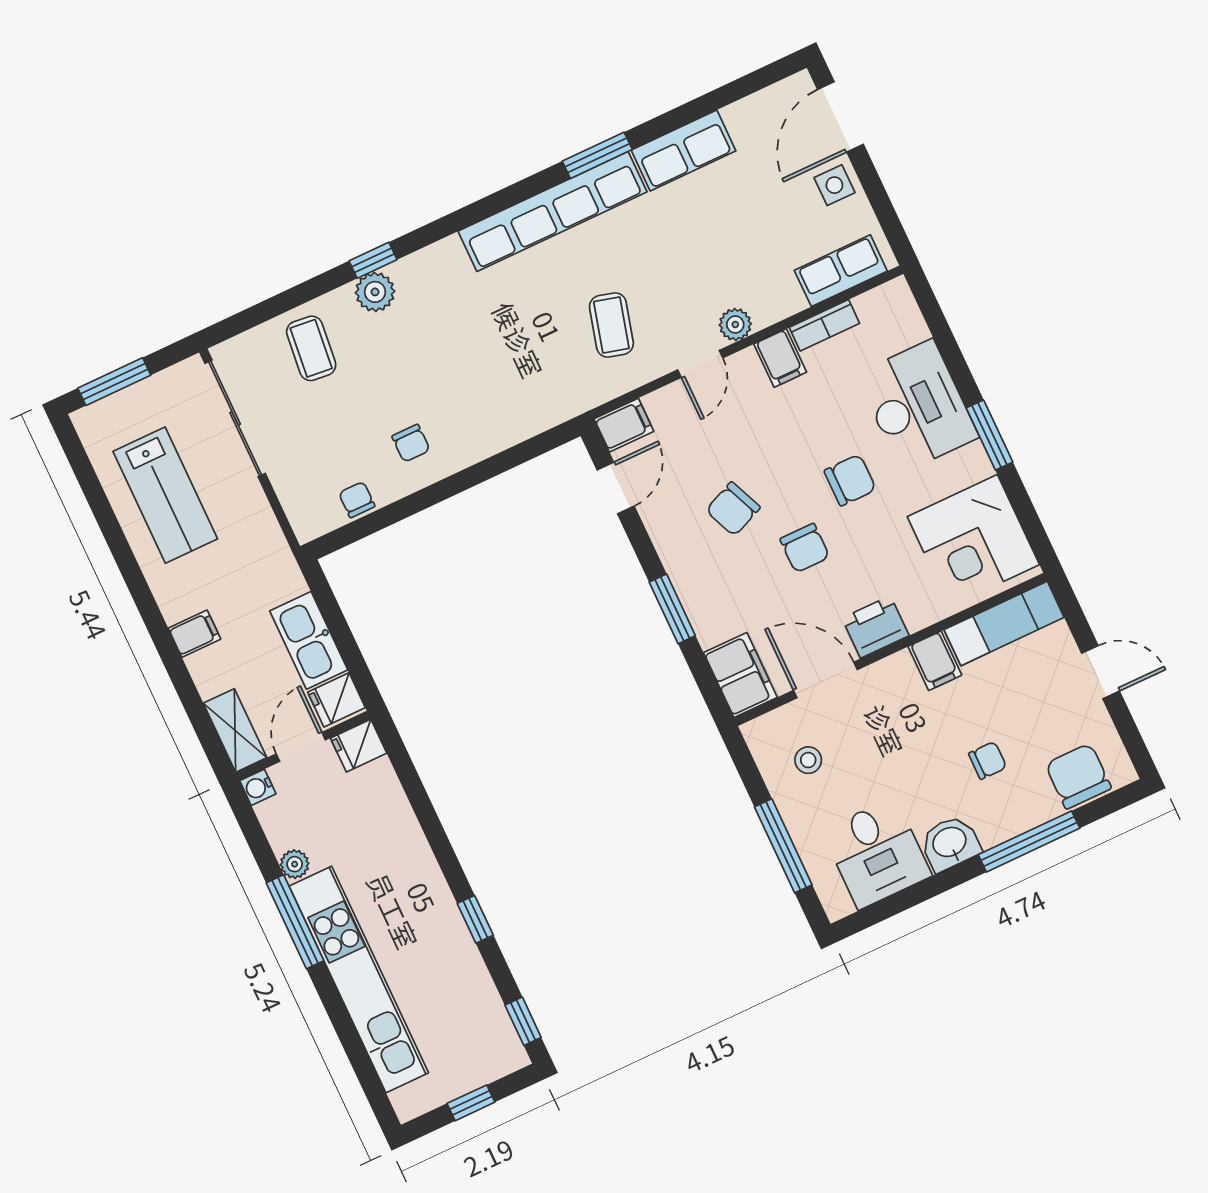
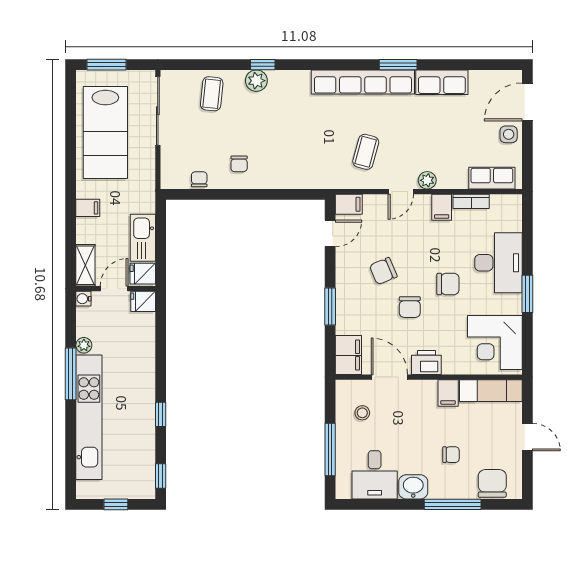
lab bench: (165, 495) -> (105, 133), width x1.36, depth x1.39

